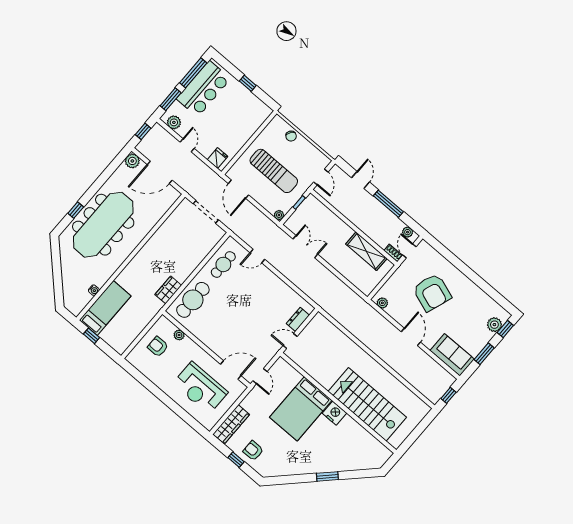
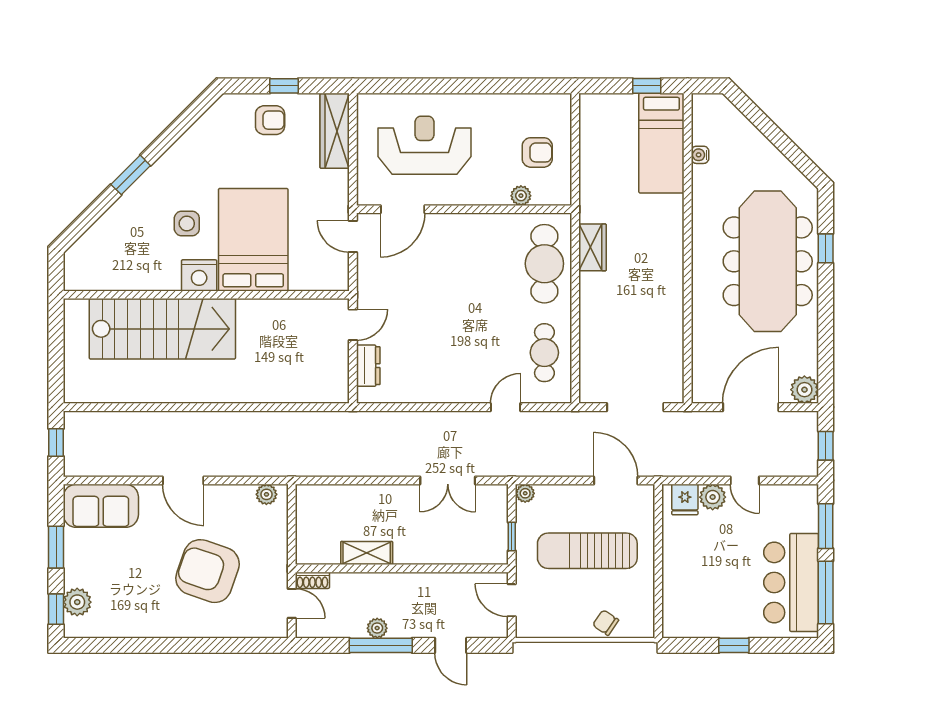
plant: (174, 122) -> (713, 497), moved
plant: (408, 232) -> (377, 628), moved
shelving: (366, 251) -> (367, 553), width x0.67, depth x0.75
side table: (322, 438) -> (187, 224), added

